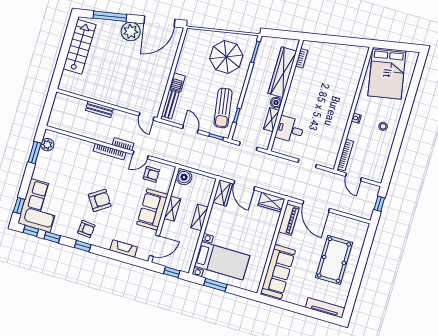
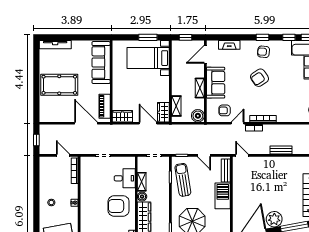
barbecue: (177, 82) -> (223, 196), width x1.88, depth x1.53
armchair: (306, 100) -> (119, 206), added
shelving: (200, 217) -> (176, 106), moved
pool table: (334, 260) -> (59, 85), turned 90

